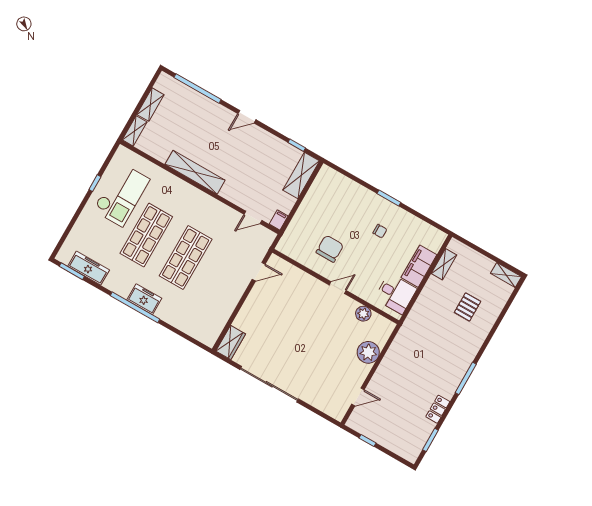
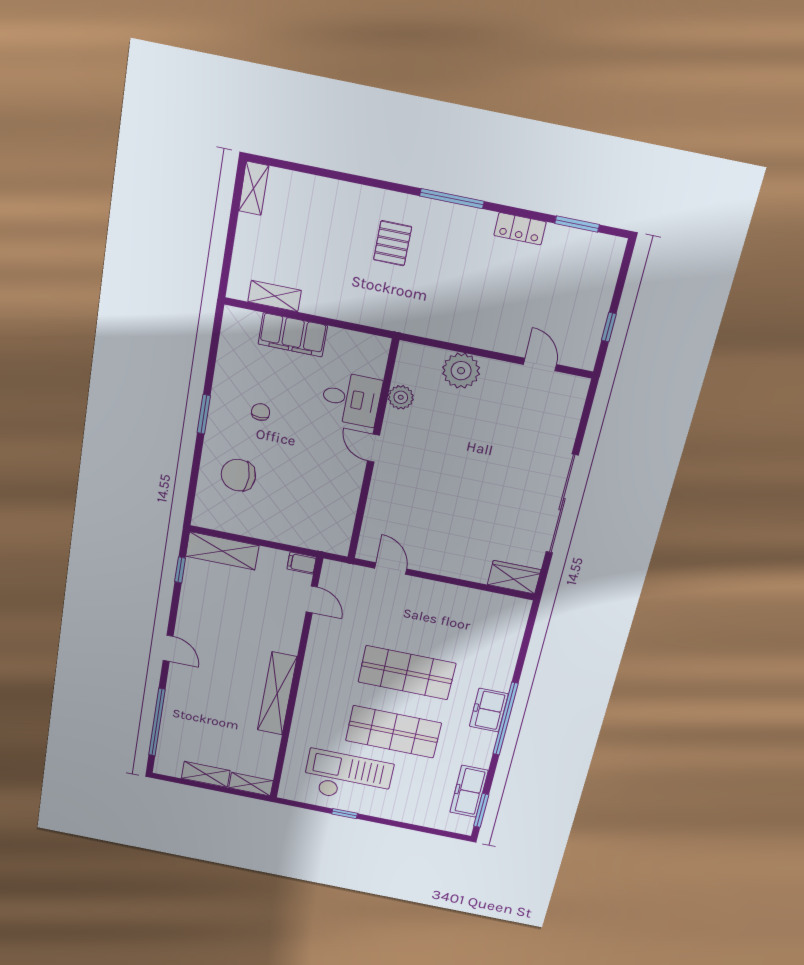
chair: (330, 249) -> (238, 475), moved
desk: (396, 294) -> (351, 399), moved, turned 90
pallet: (468, 307) -> (393, 243), moved, turned 90

